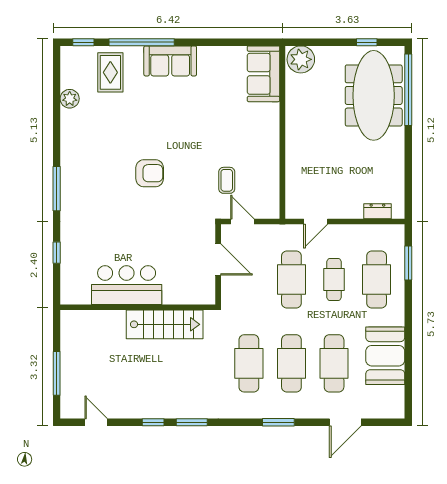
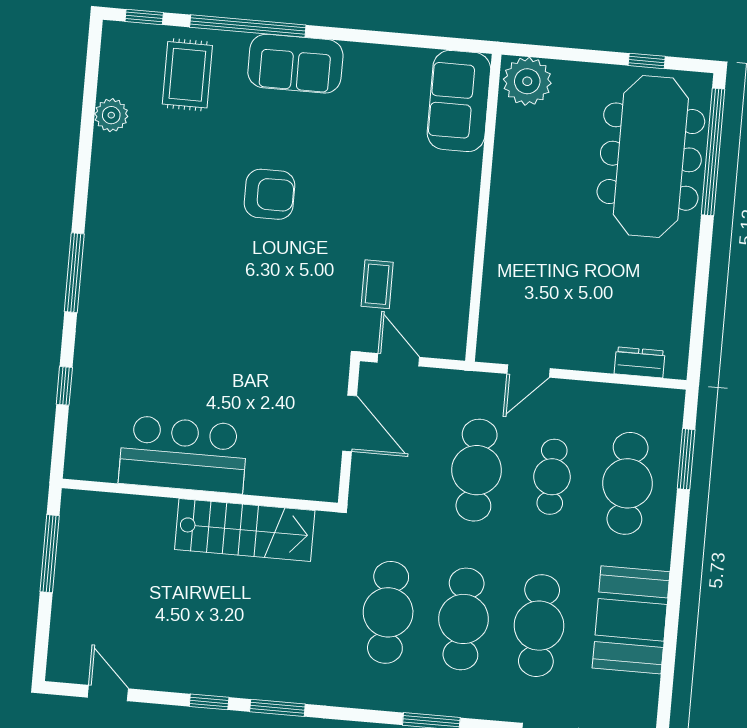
armchair: (150, 173) -> (270, 194), moved
window: (57, 373) -> (50, 554), moved

